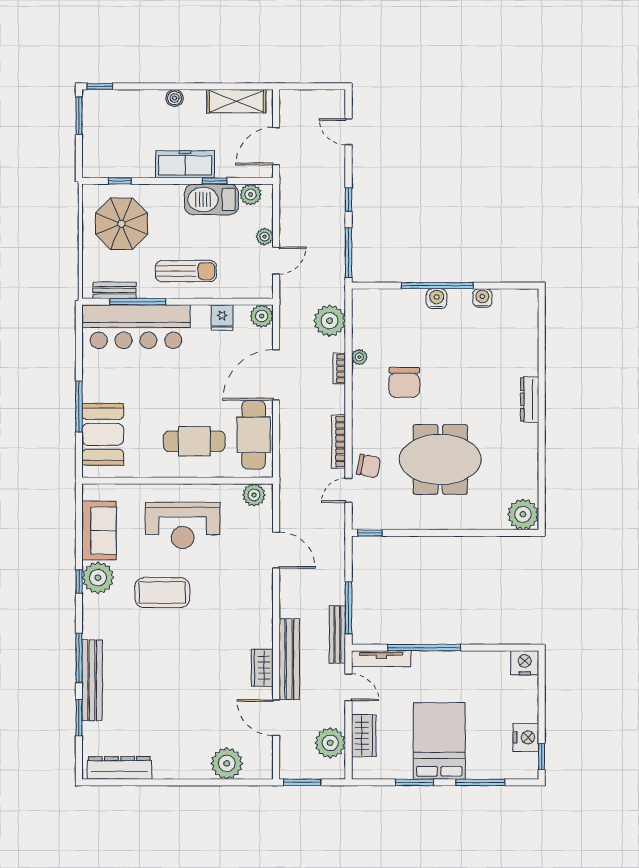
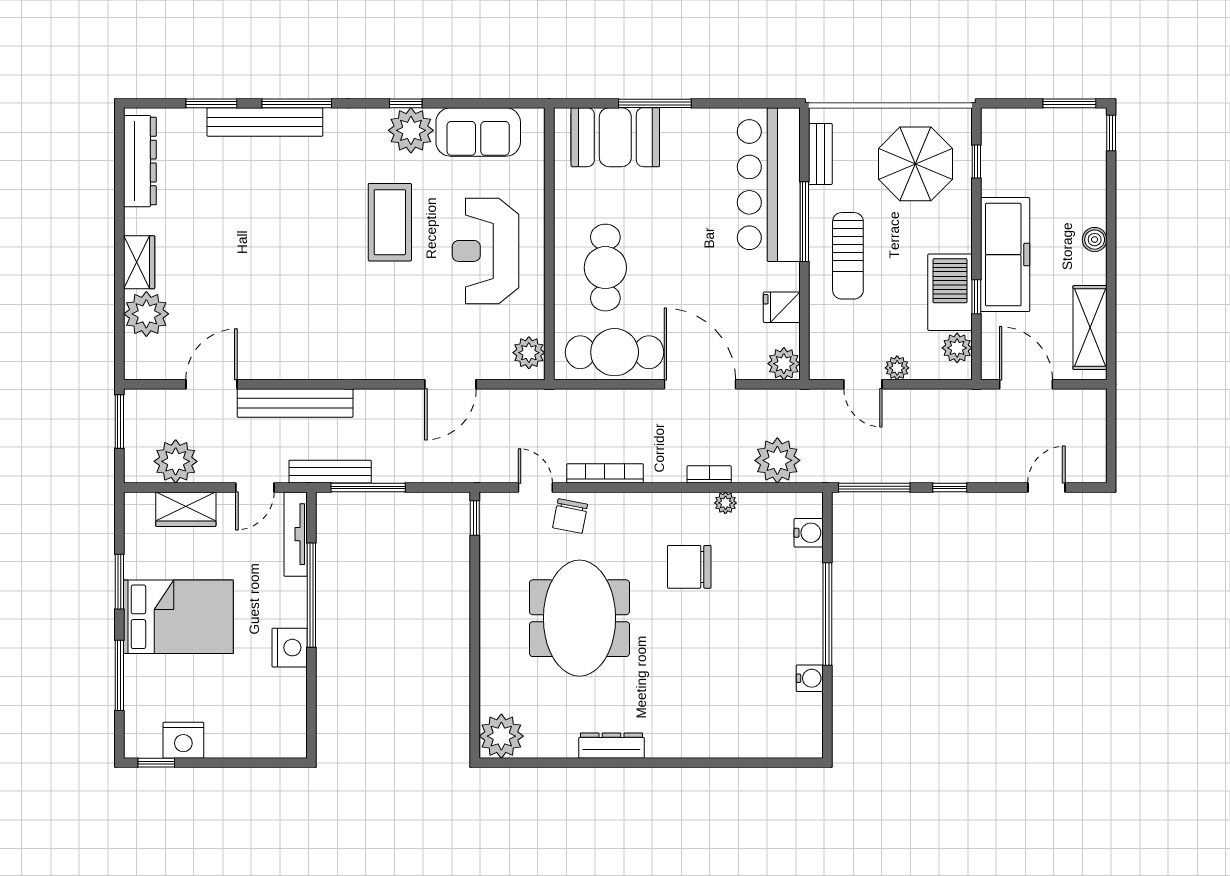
freezer: (185, 164) -> (1005, 255), width x1.36, depth x1.26
water cooler: (437, 299) -> (809, 533), moved
window: (138, 302) -> (804, 222), moved
dresser: (530, 399) -> (611, 746), moved
nightstand: (525, 663) -> (290, 648), moved
wardrobe: (262, 668) -> (139, 262), moved, turned 90

